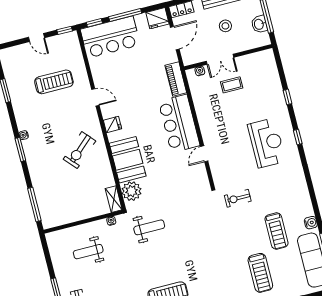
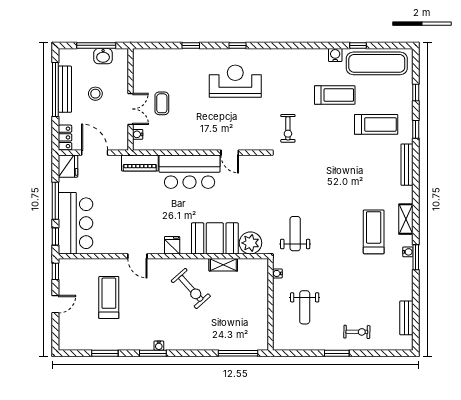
door: (95, 97) -> (137, 256), swing flipped
window: (20, 149) -> (153, 353), moved
shelving: (114, 199) -> (223, 265), moved

